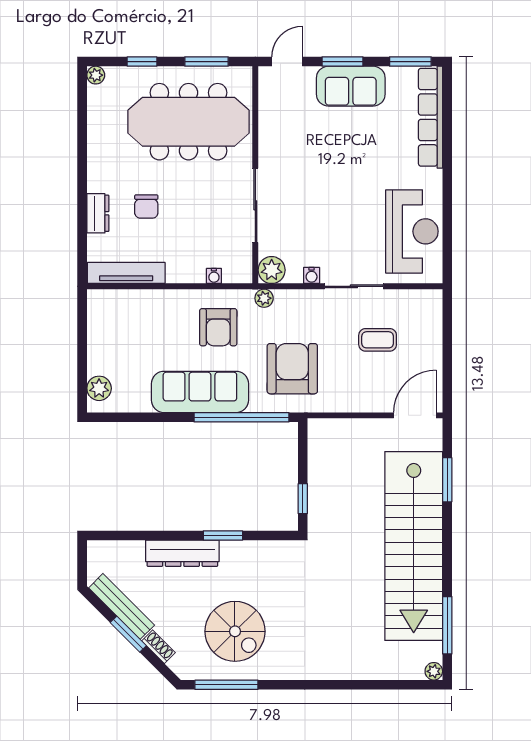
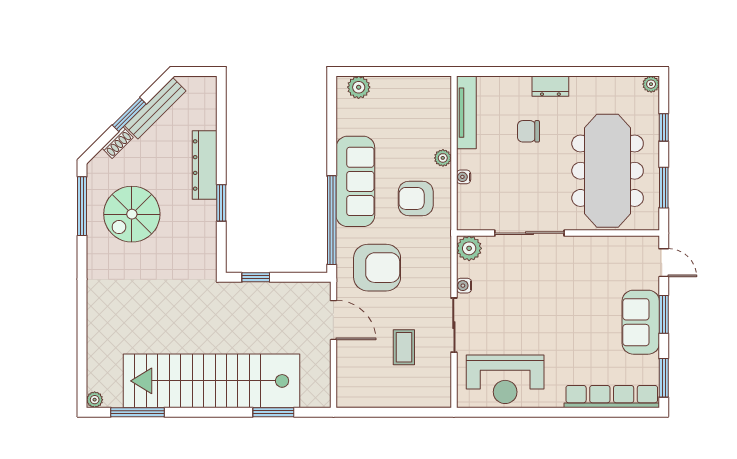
dresser: (98, 213) -> (550, 86), moved
water cooler: (214, 276) -> (464, 177), moved
plant: (264, 298) -> (443, 158), moved
door: (415, 415) -> (333, 320), moved

